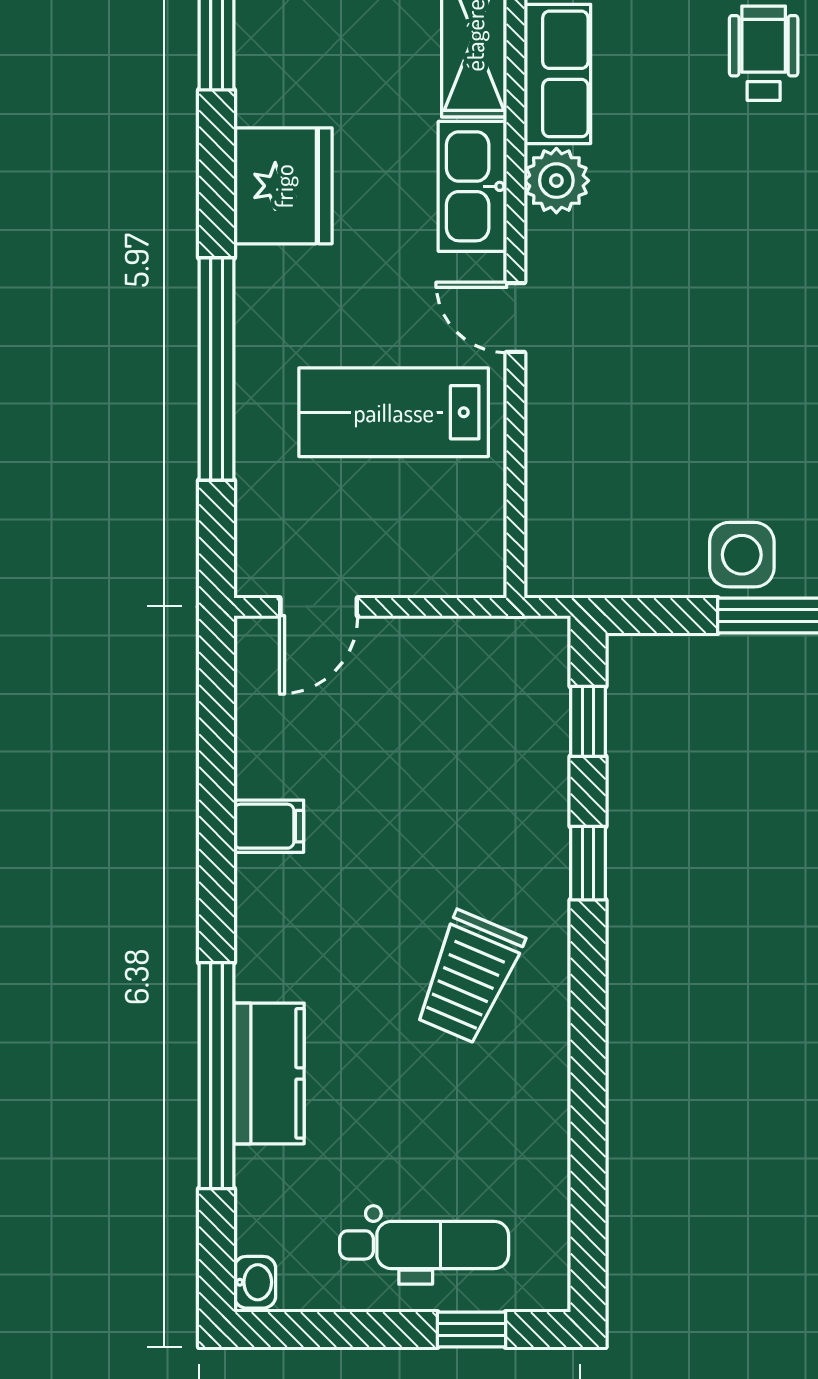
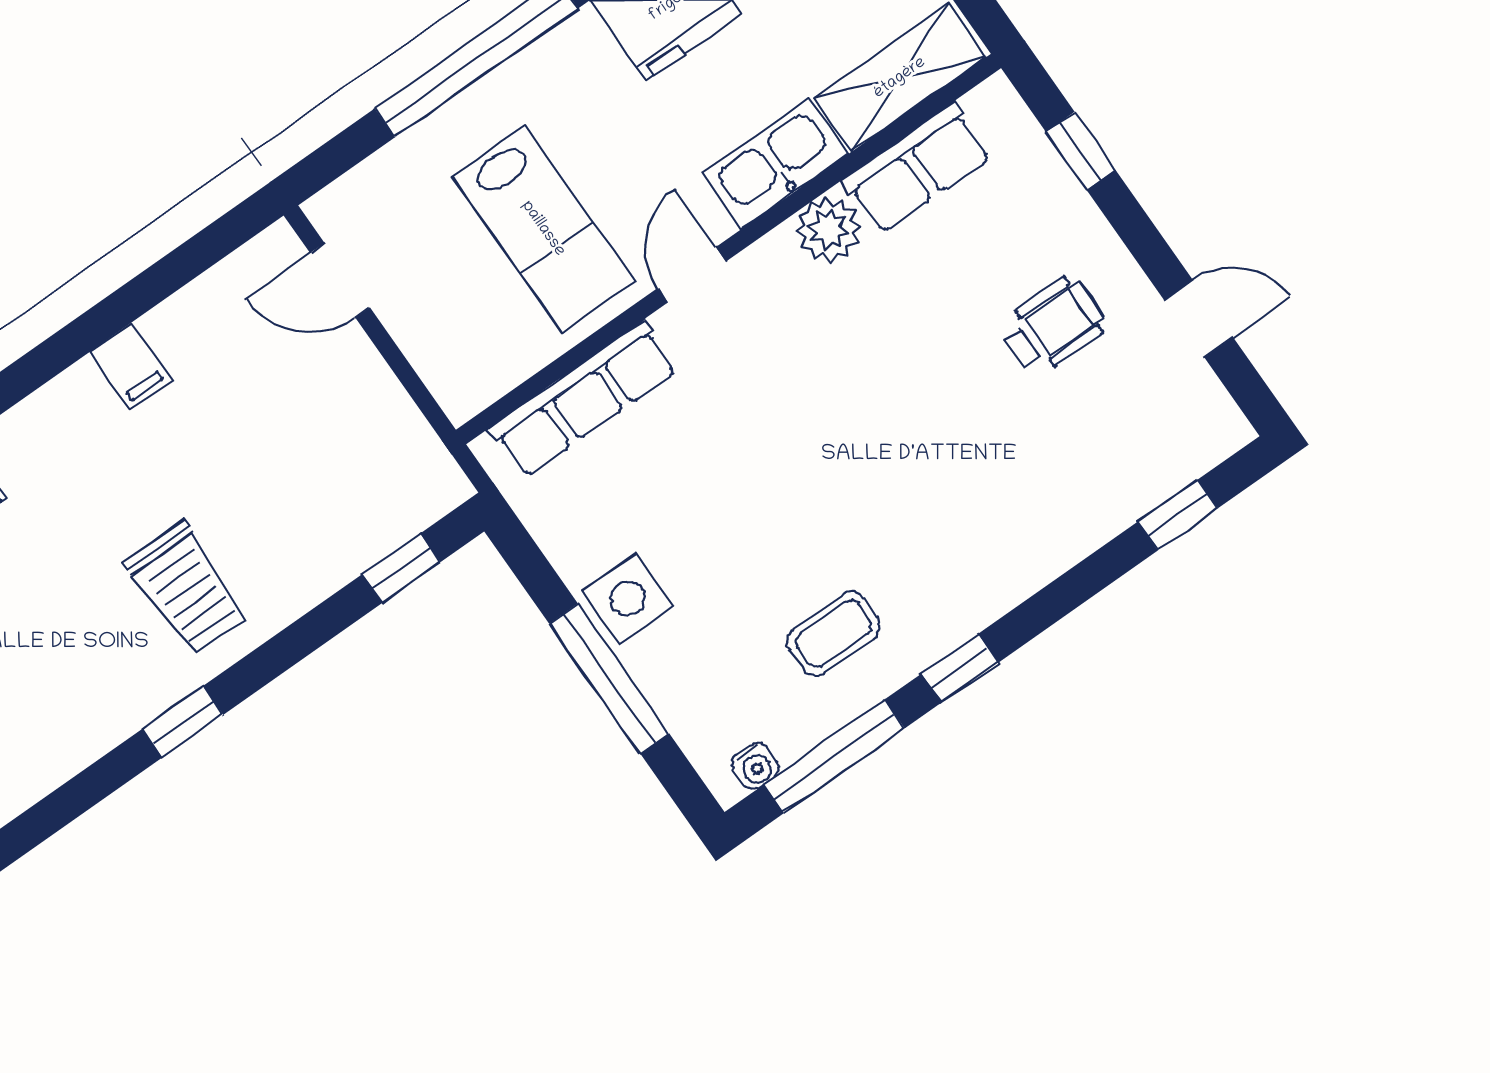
lab bench: (394, 412) -> (543, 229), turned 180
row of seats: (555, 477) -> (584, 399), added
window: (588, 863) -> (183, 722), moved
trolley: (469, 977) -> (187, 589), moved, turned -113

